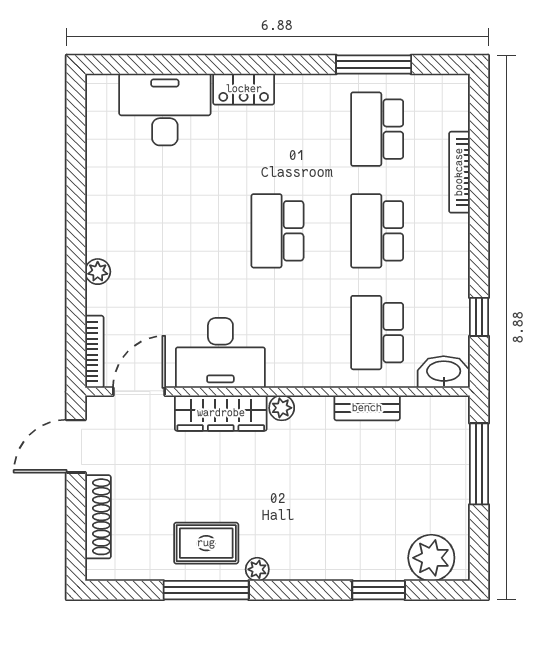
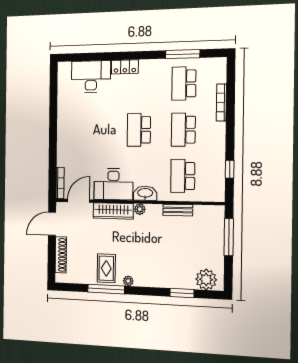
plant: (98, 272) -> (62, 148), removed
washbasin: (444, 372) -> (145, 193), moved
rug: (206, 543) -> (106, 268), turned 90

